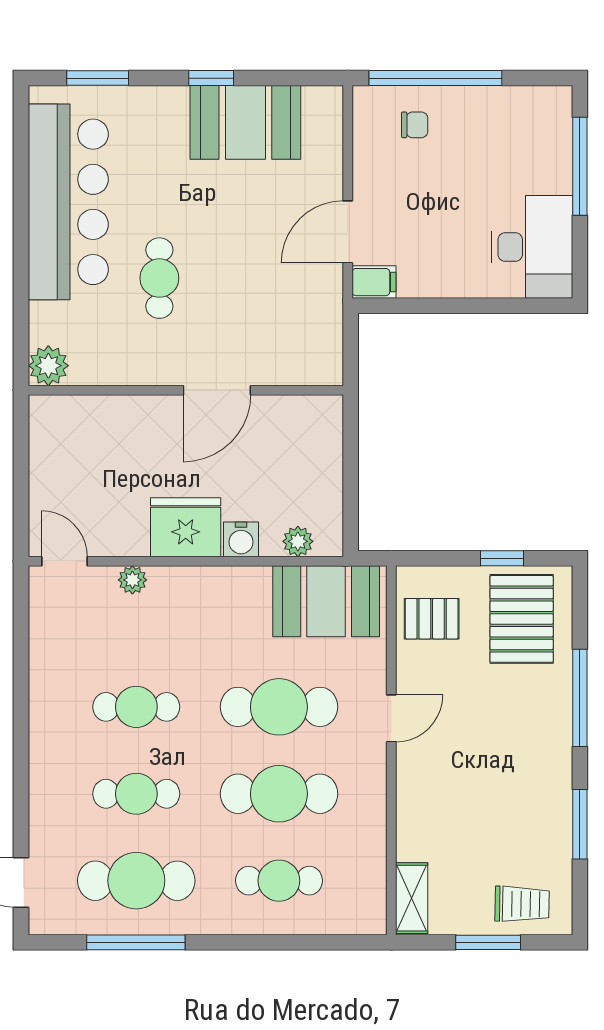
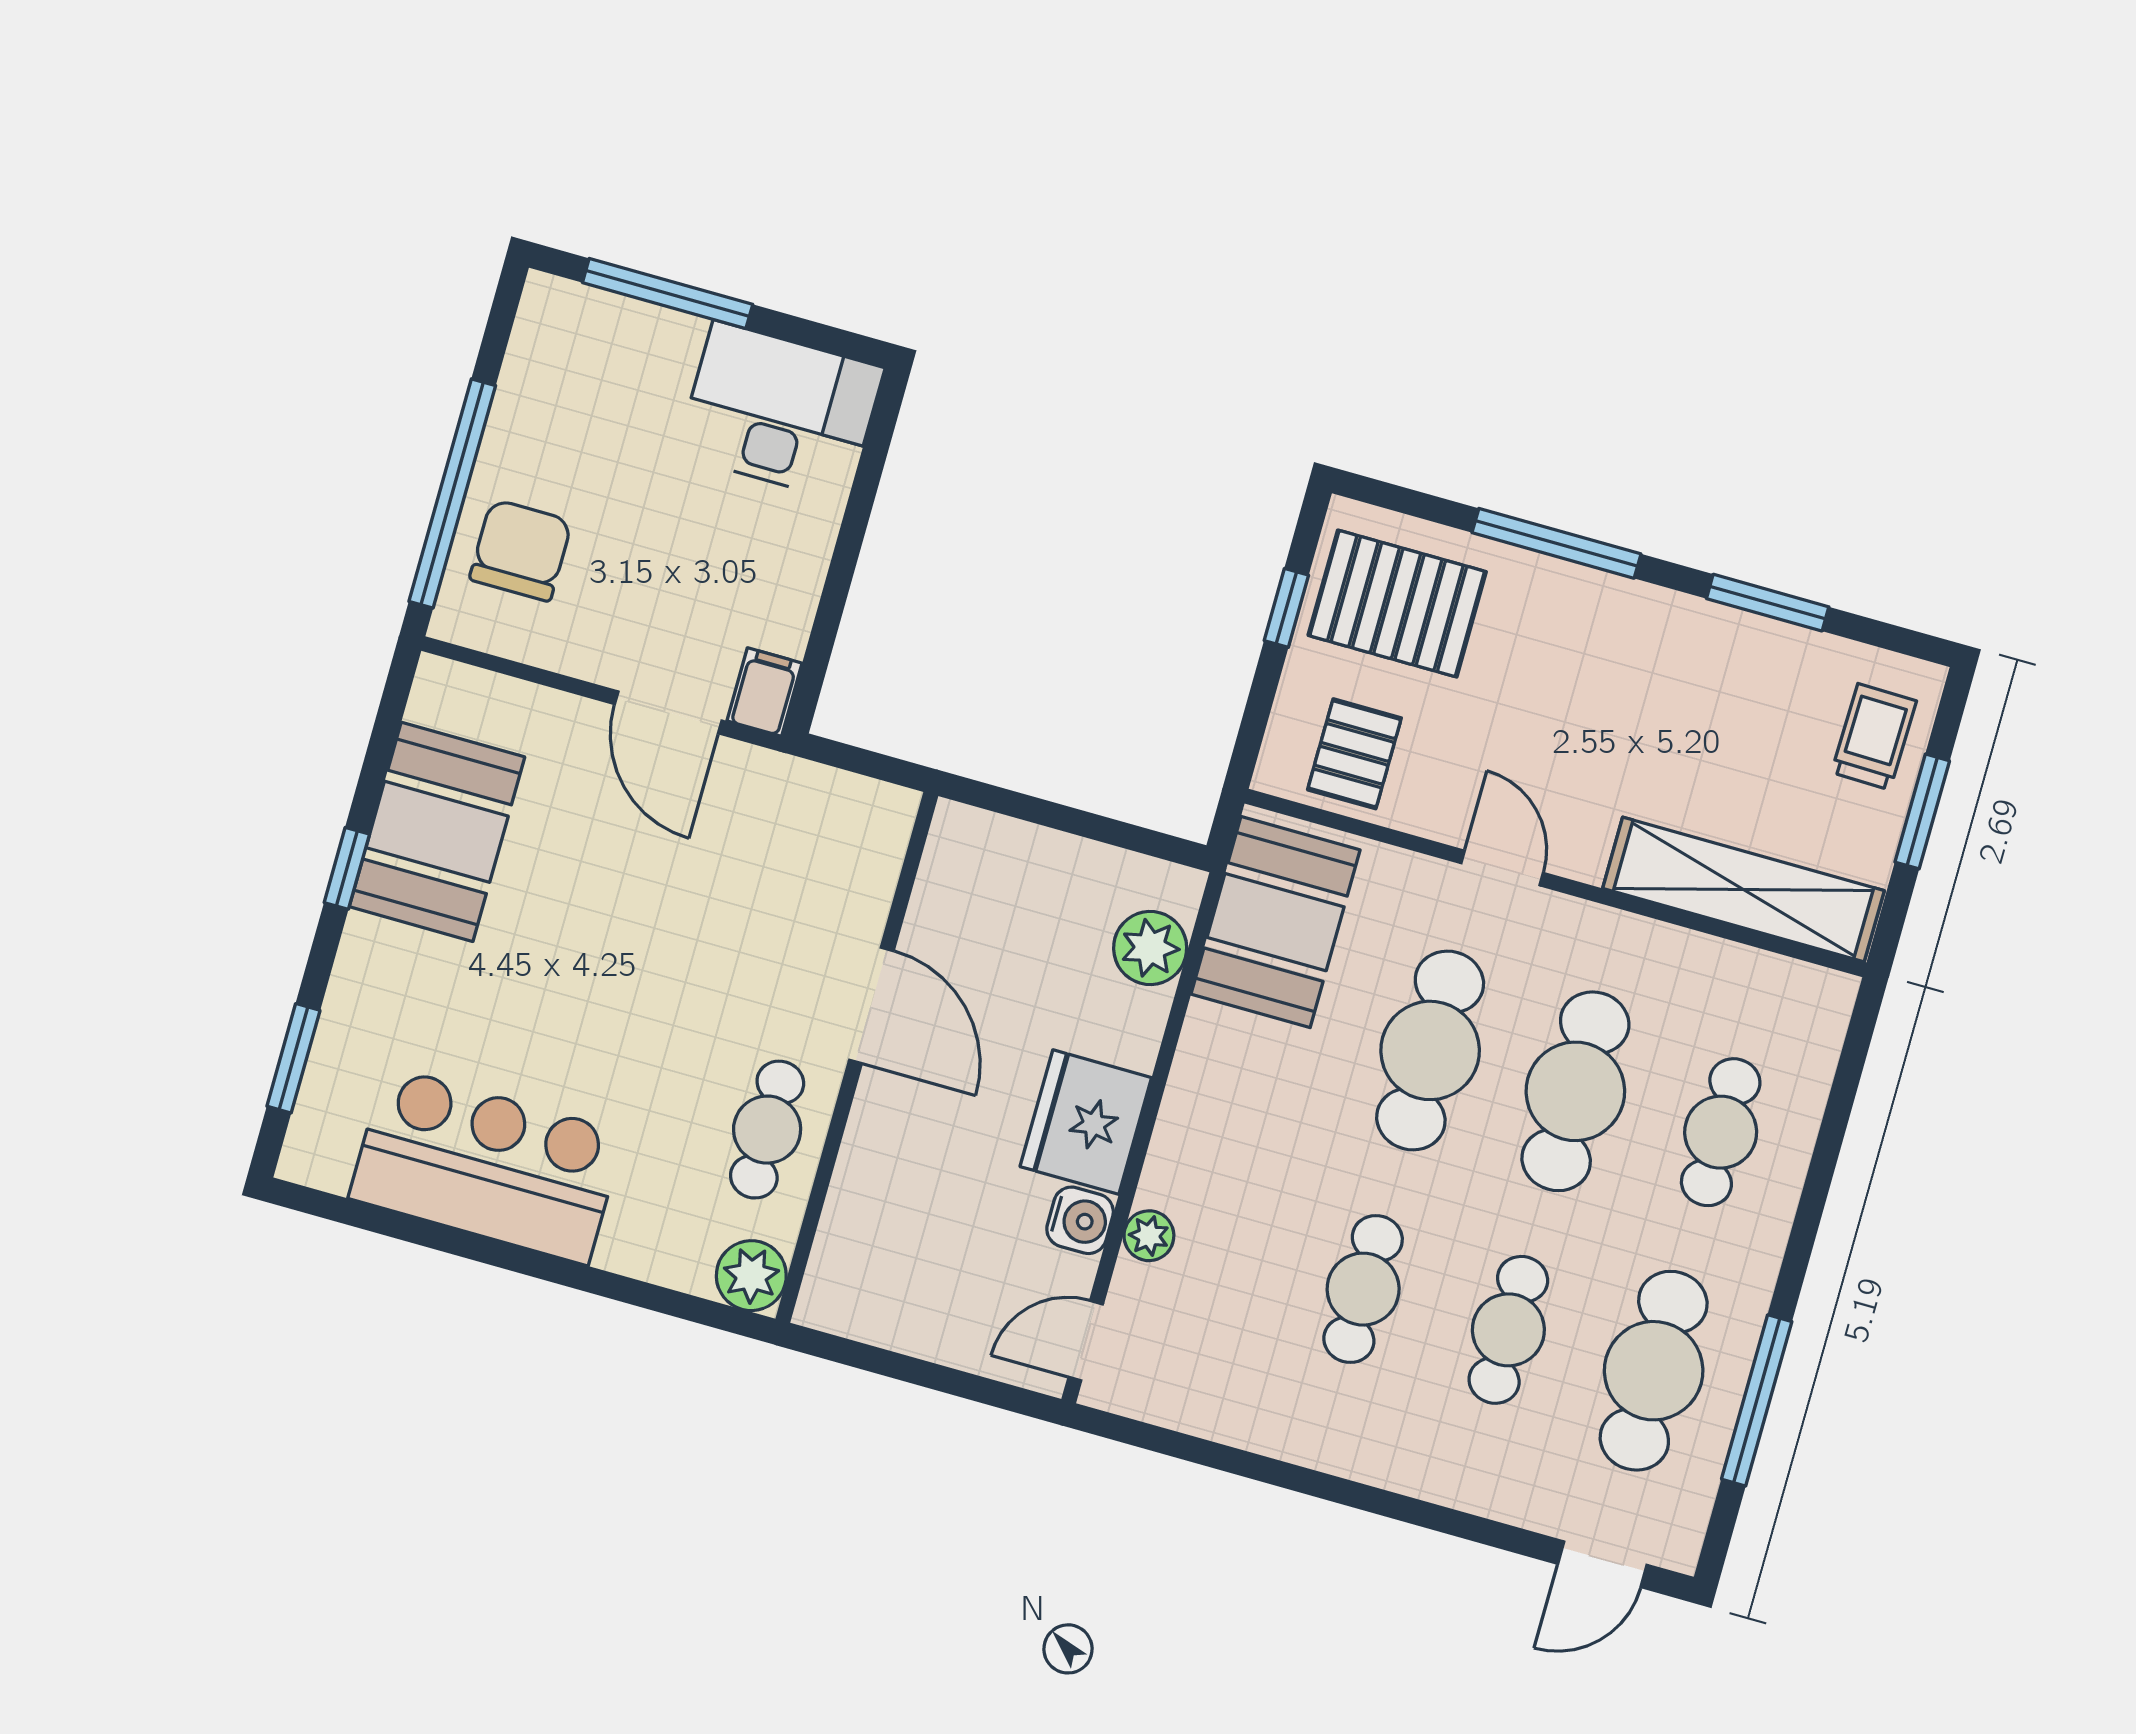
chair: (415, 125) -> (521, 550), width x1.87, depth x1.87
bar counter: (68, 202) -> (487, 1165), width x0.73
cafe table: (159, 278) -> (767, 1130), moved, turned 90
water cooler: (241, 539) -> (1080, 1220), moved
plant: (298, 541) -> (1150, 948), width x1.38, depth x1.38
shelving: (412, 898) -> (1743, 889), width x2.20, depth x1.33

